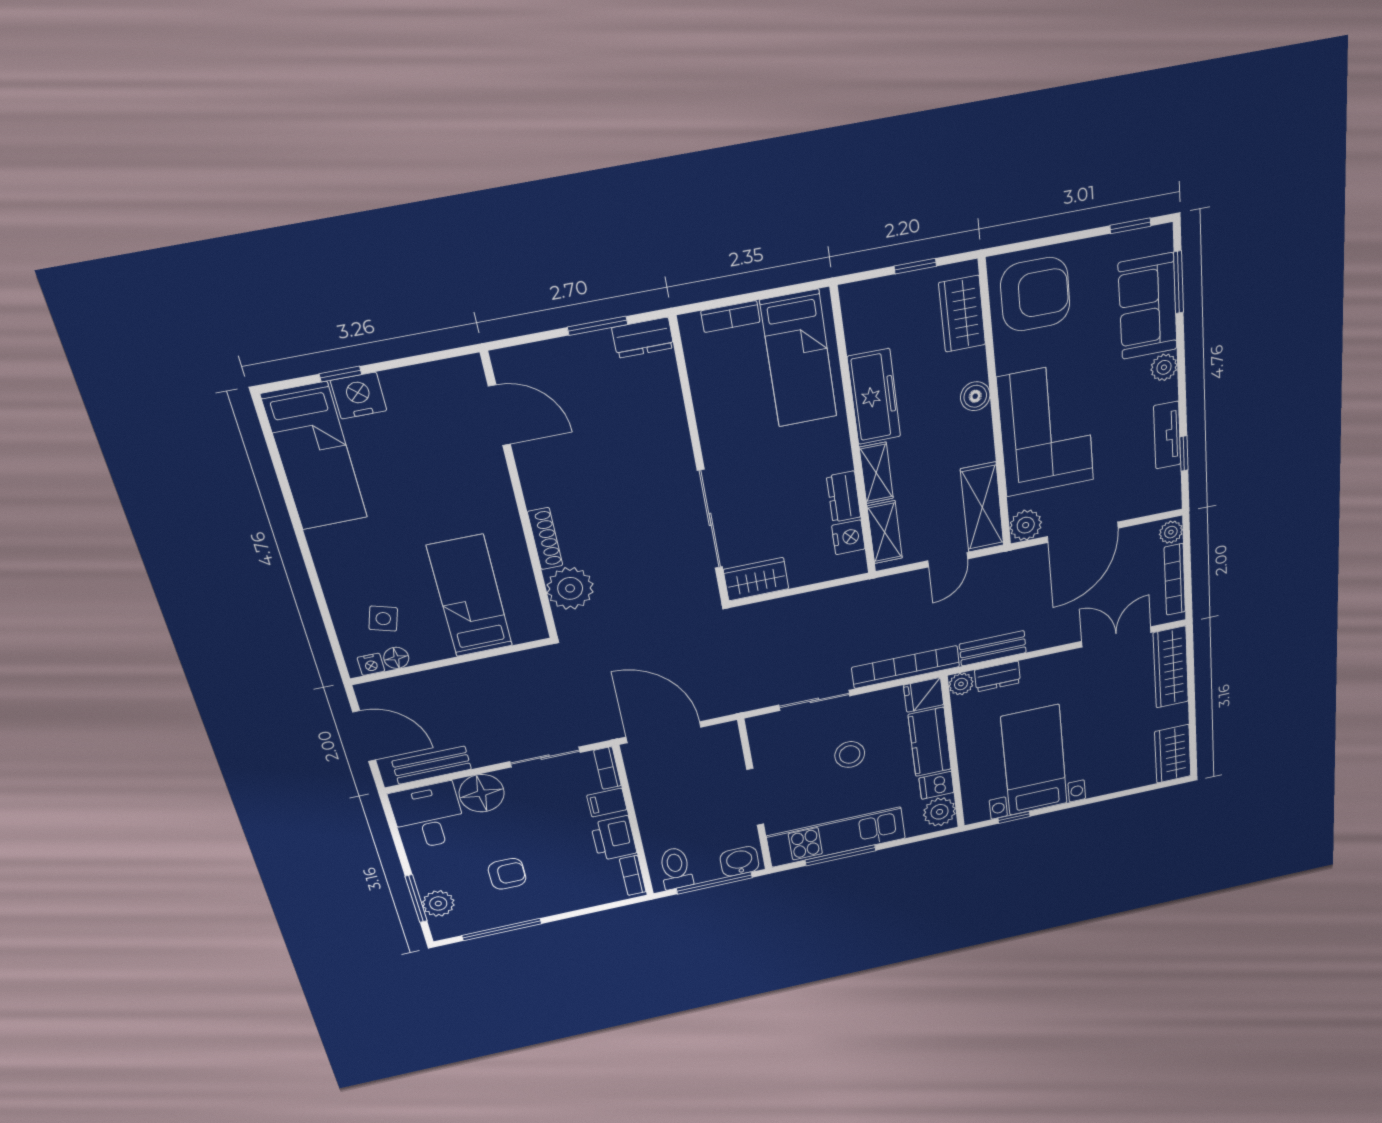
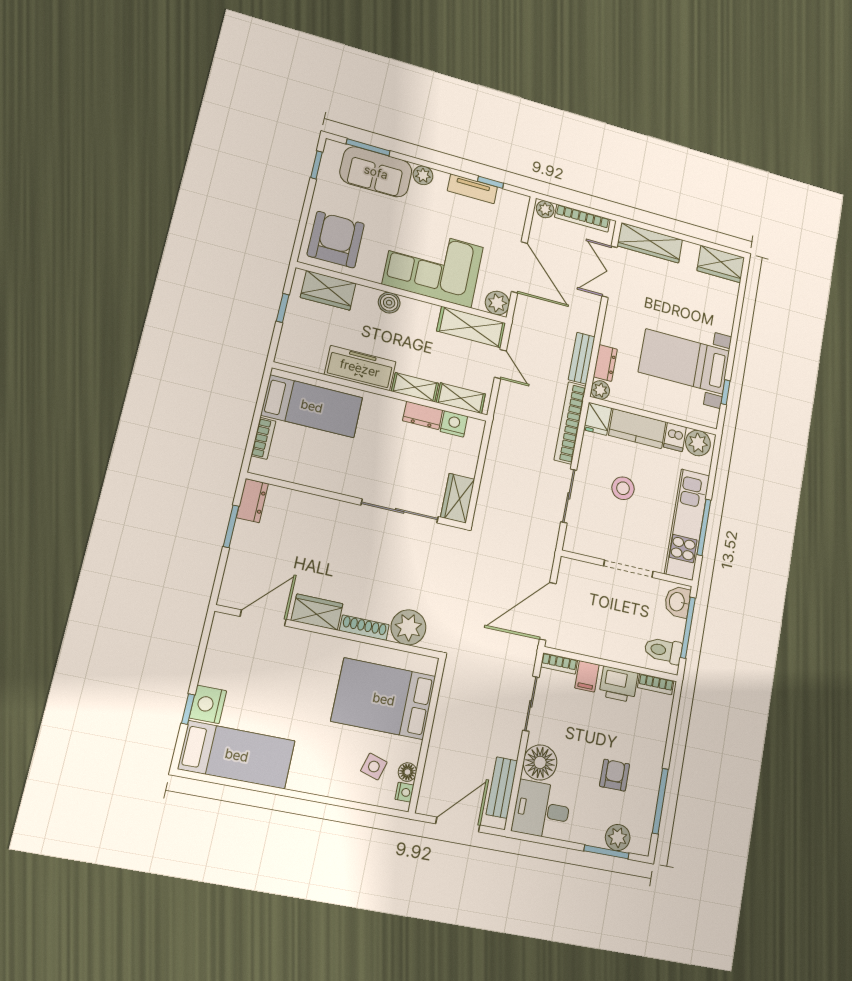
wardrobe: (538, 476) -> (317, 612), added
bed: (470, 596) -> (384, 699), width x1.50

